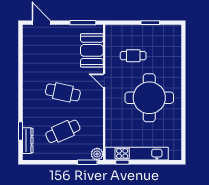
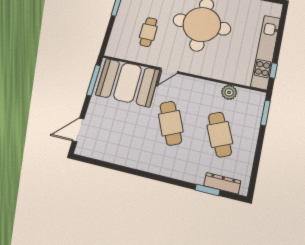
booth: (92, 50) -> (128, 82), width x1.36, depth x1.42
cafe table: (63, 92) -> (171, 123), turned -36
plant: (97, 154) -> (229, 92), moved

